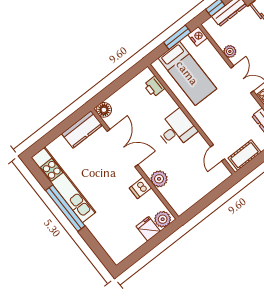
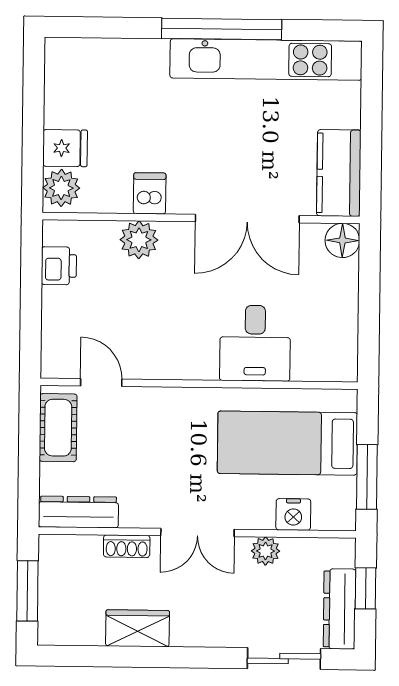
nightstand: (198, 36) -> (293, 514), moved
printer: (154, 87) -> (59, 266), moved, turned 90
desk: (176, 129) -> (255, 343), moved

